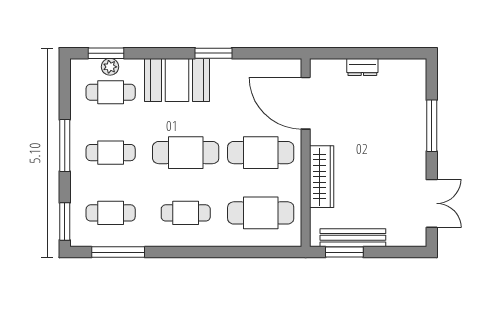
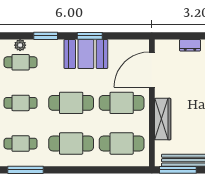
window: (106, 53) -> (46, 36), moved
booth: (177, 80) -> (86, 54), moved
door: (306, 103) -> (152, 70), hinge flipped
cafe table: (186, 213) -> (71, 144), width x1.37, depth x1.35
window: (344, 252) -> (178, 170), width x1.44

